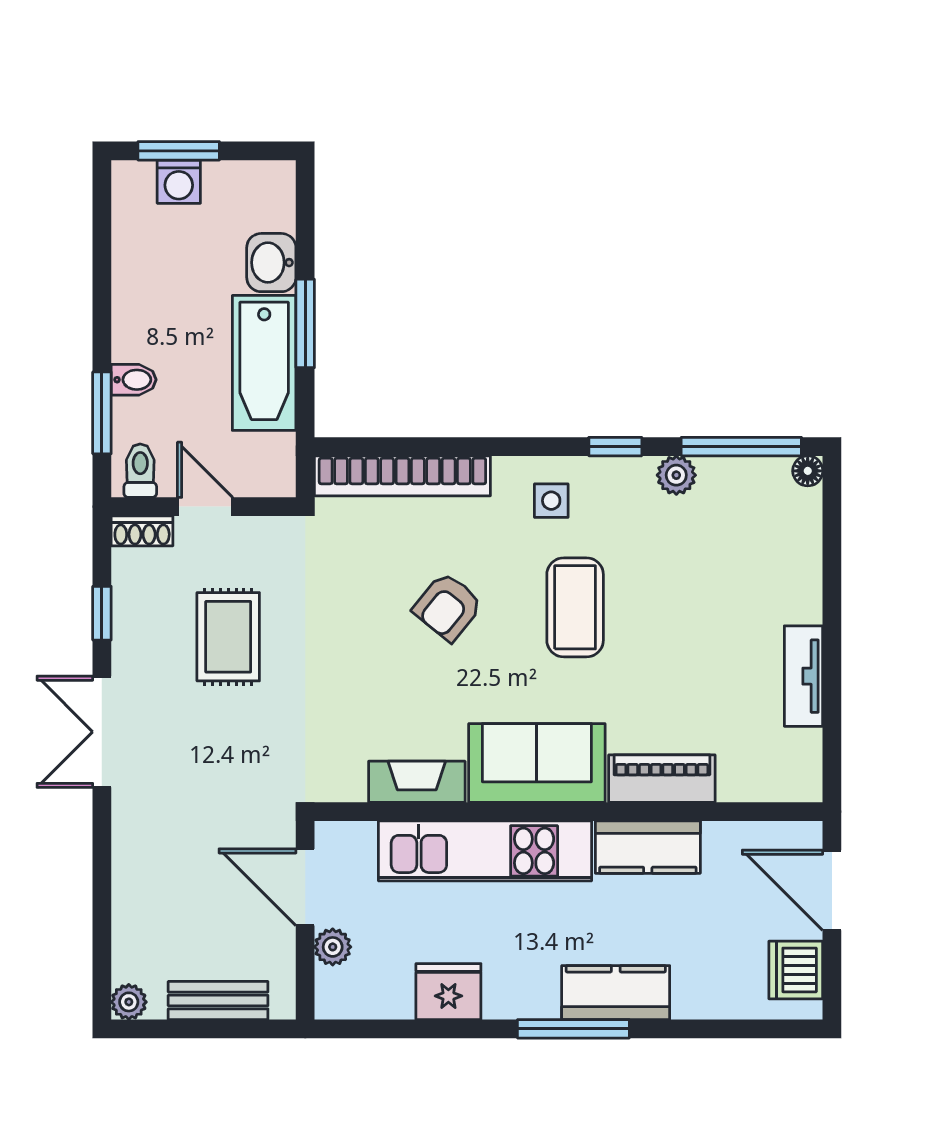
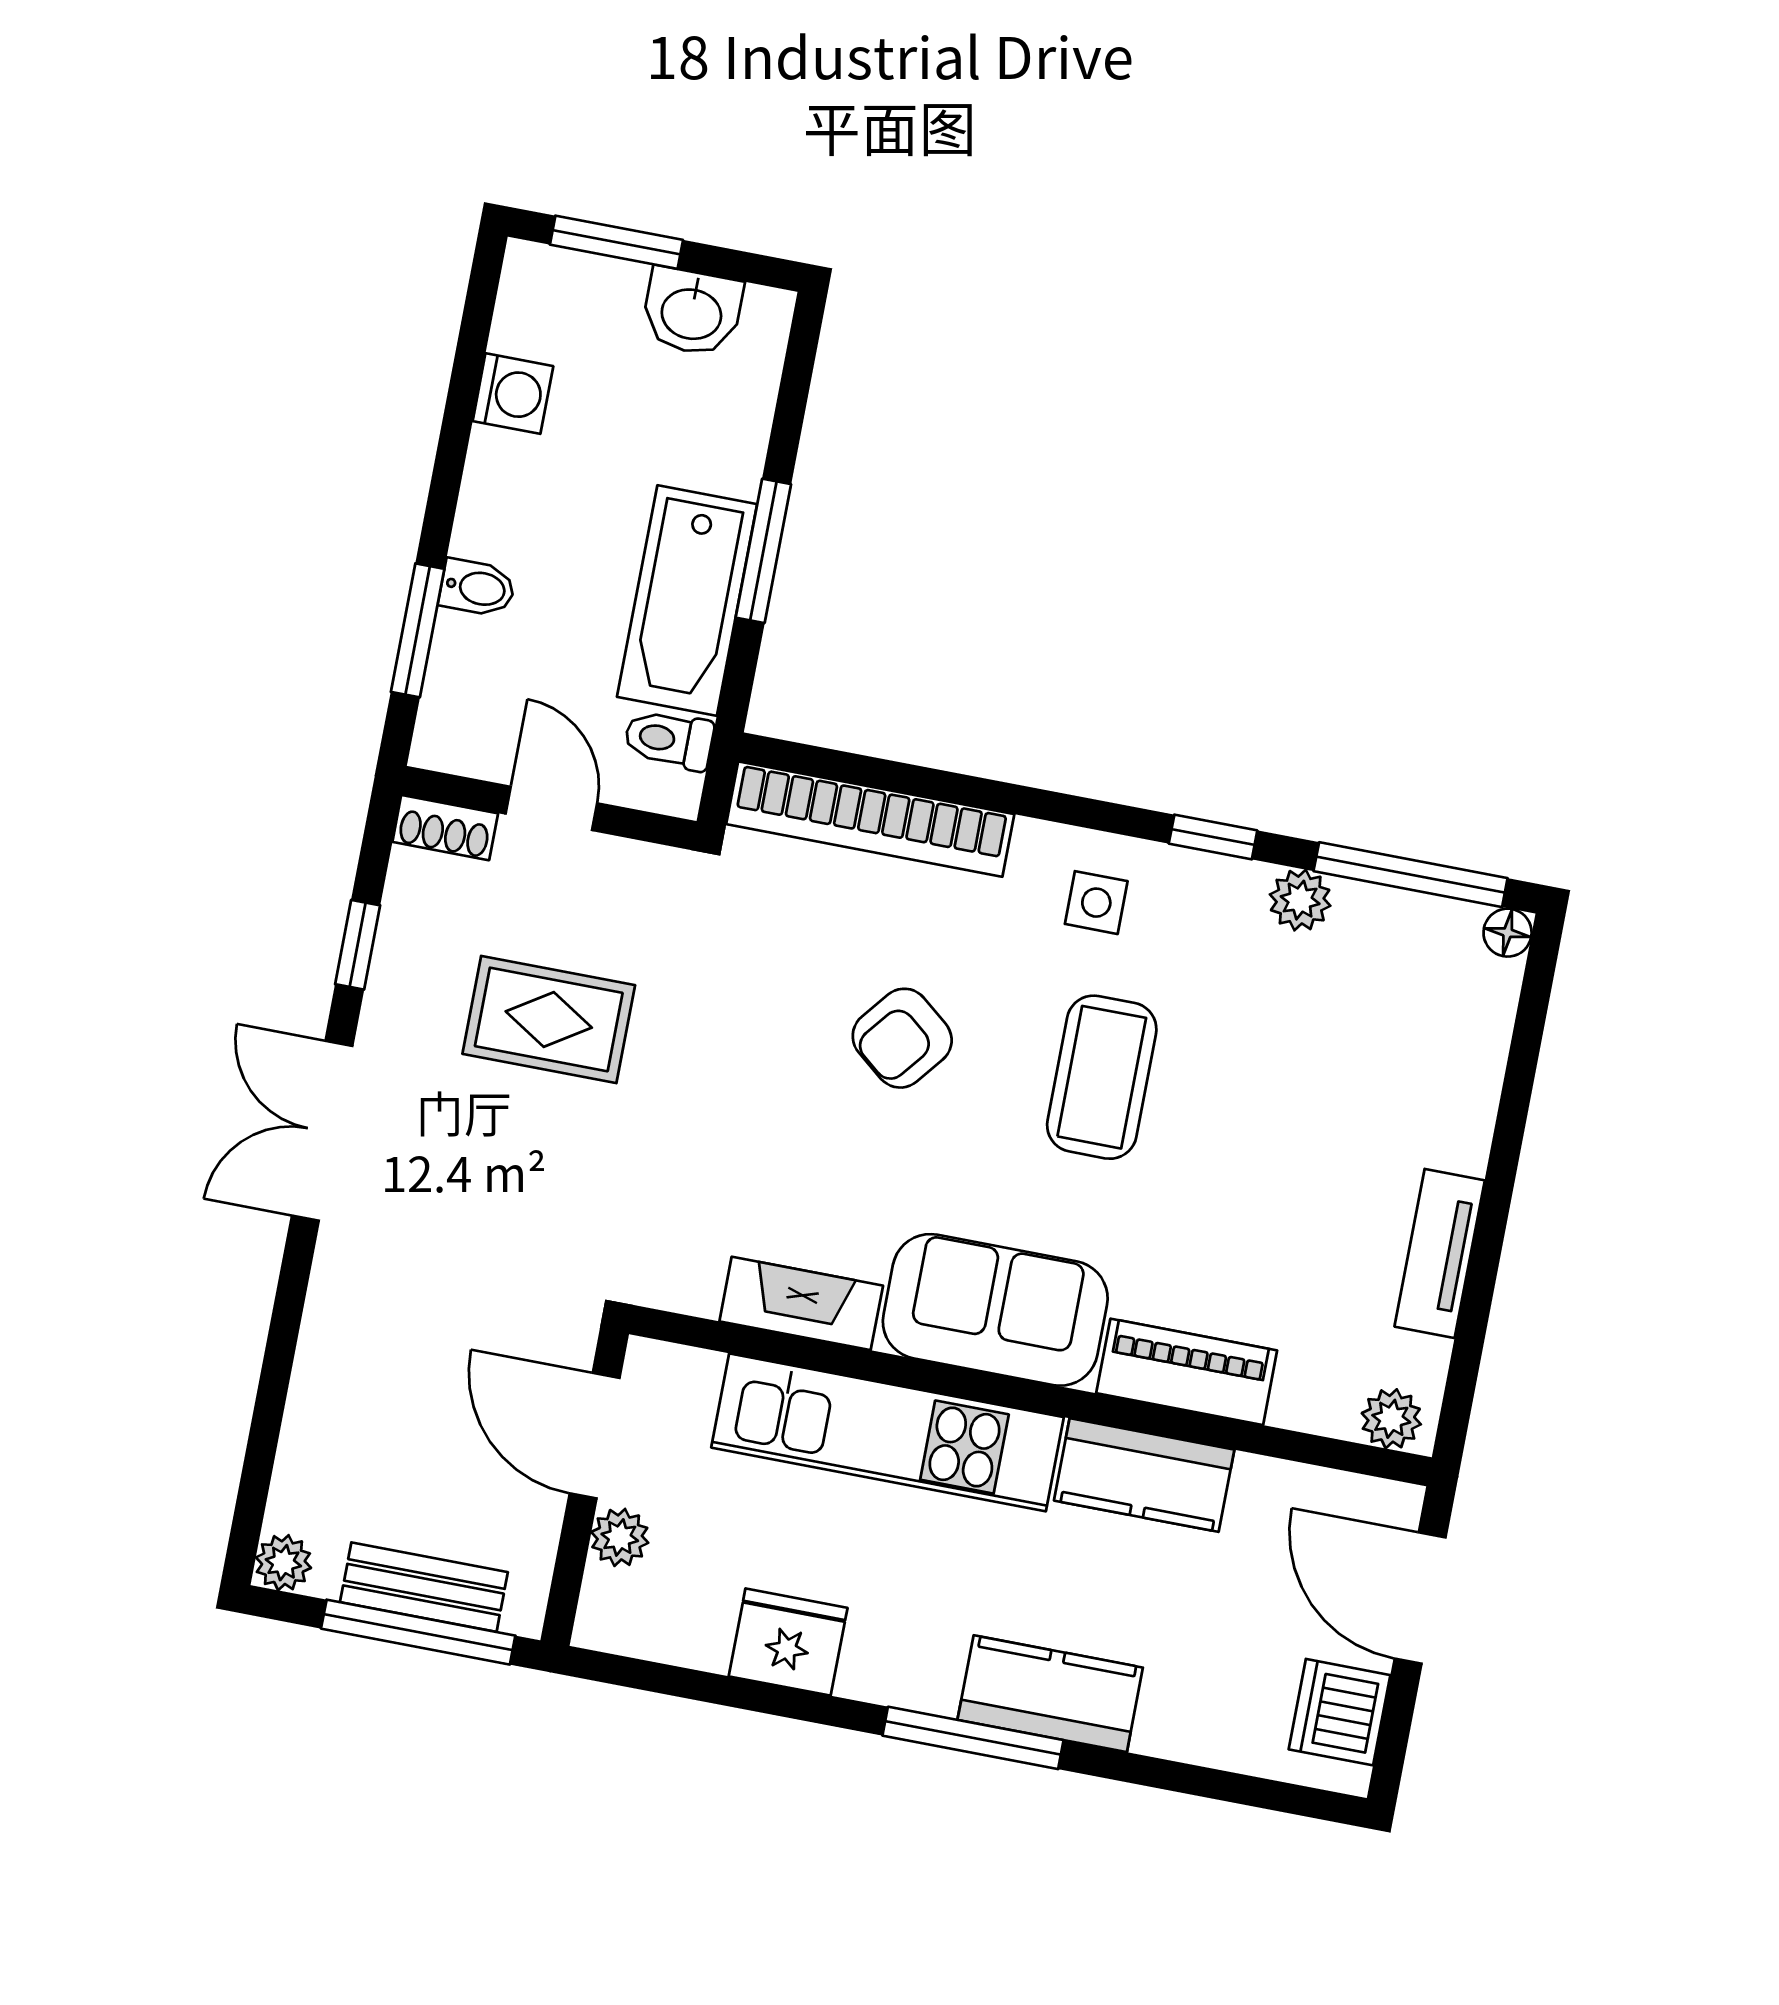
washing machine: (179, 182) -> (513, 394), moved, turned -90
washbasin: (271, 263) -> (692, 312), moved, turned -90
toilet: (140, 471) -> (669, 740), moved, turned -90
rug: (228, 637) -> (549, 1019), turned 90
plant: (793, 783) -> (1391, 1419), added
window: (220, 1029) -> (418, 1632), added

